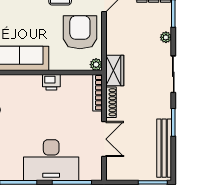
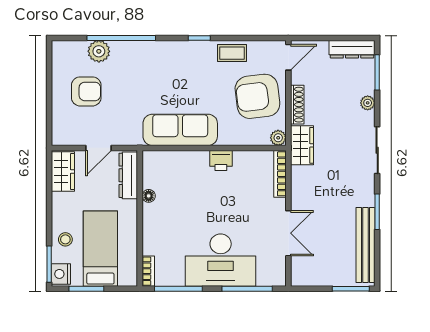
armchair: (80, 32) -> (257, 96), turned -97
shoe rack: (111, 102) -> (297, 105), moved

